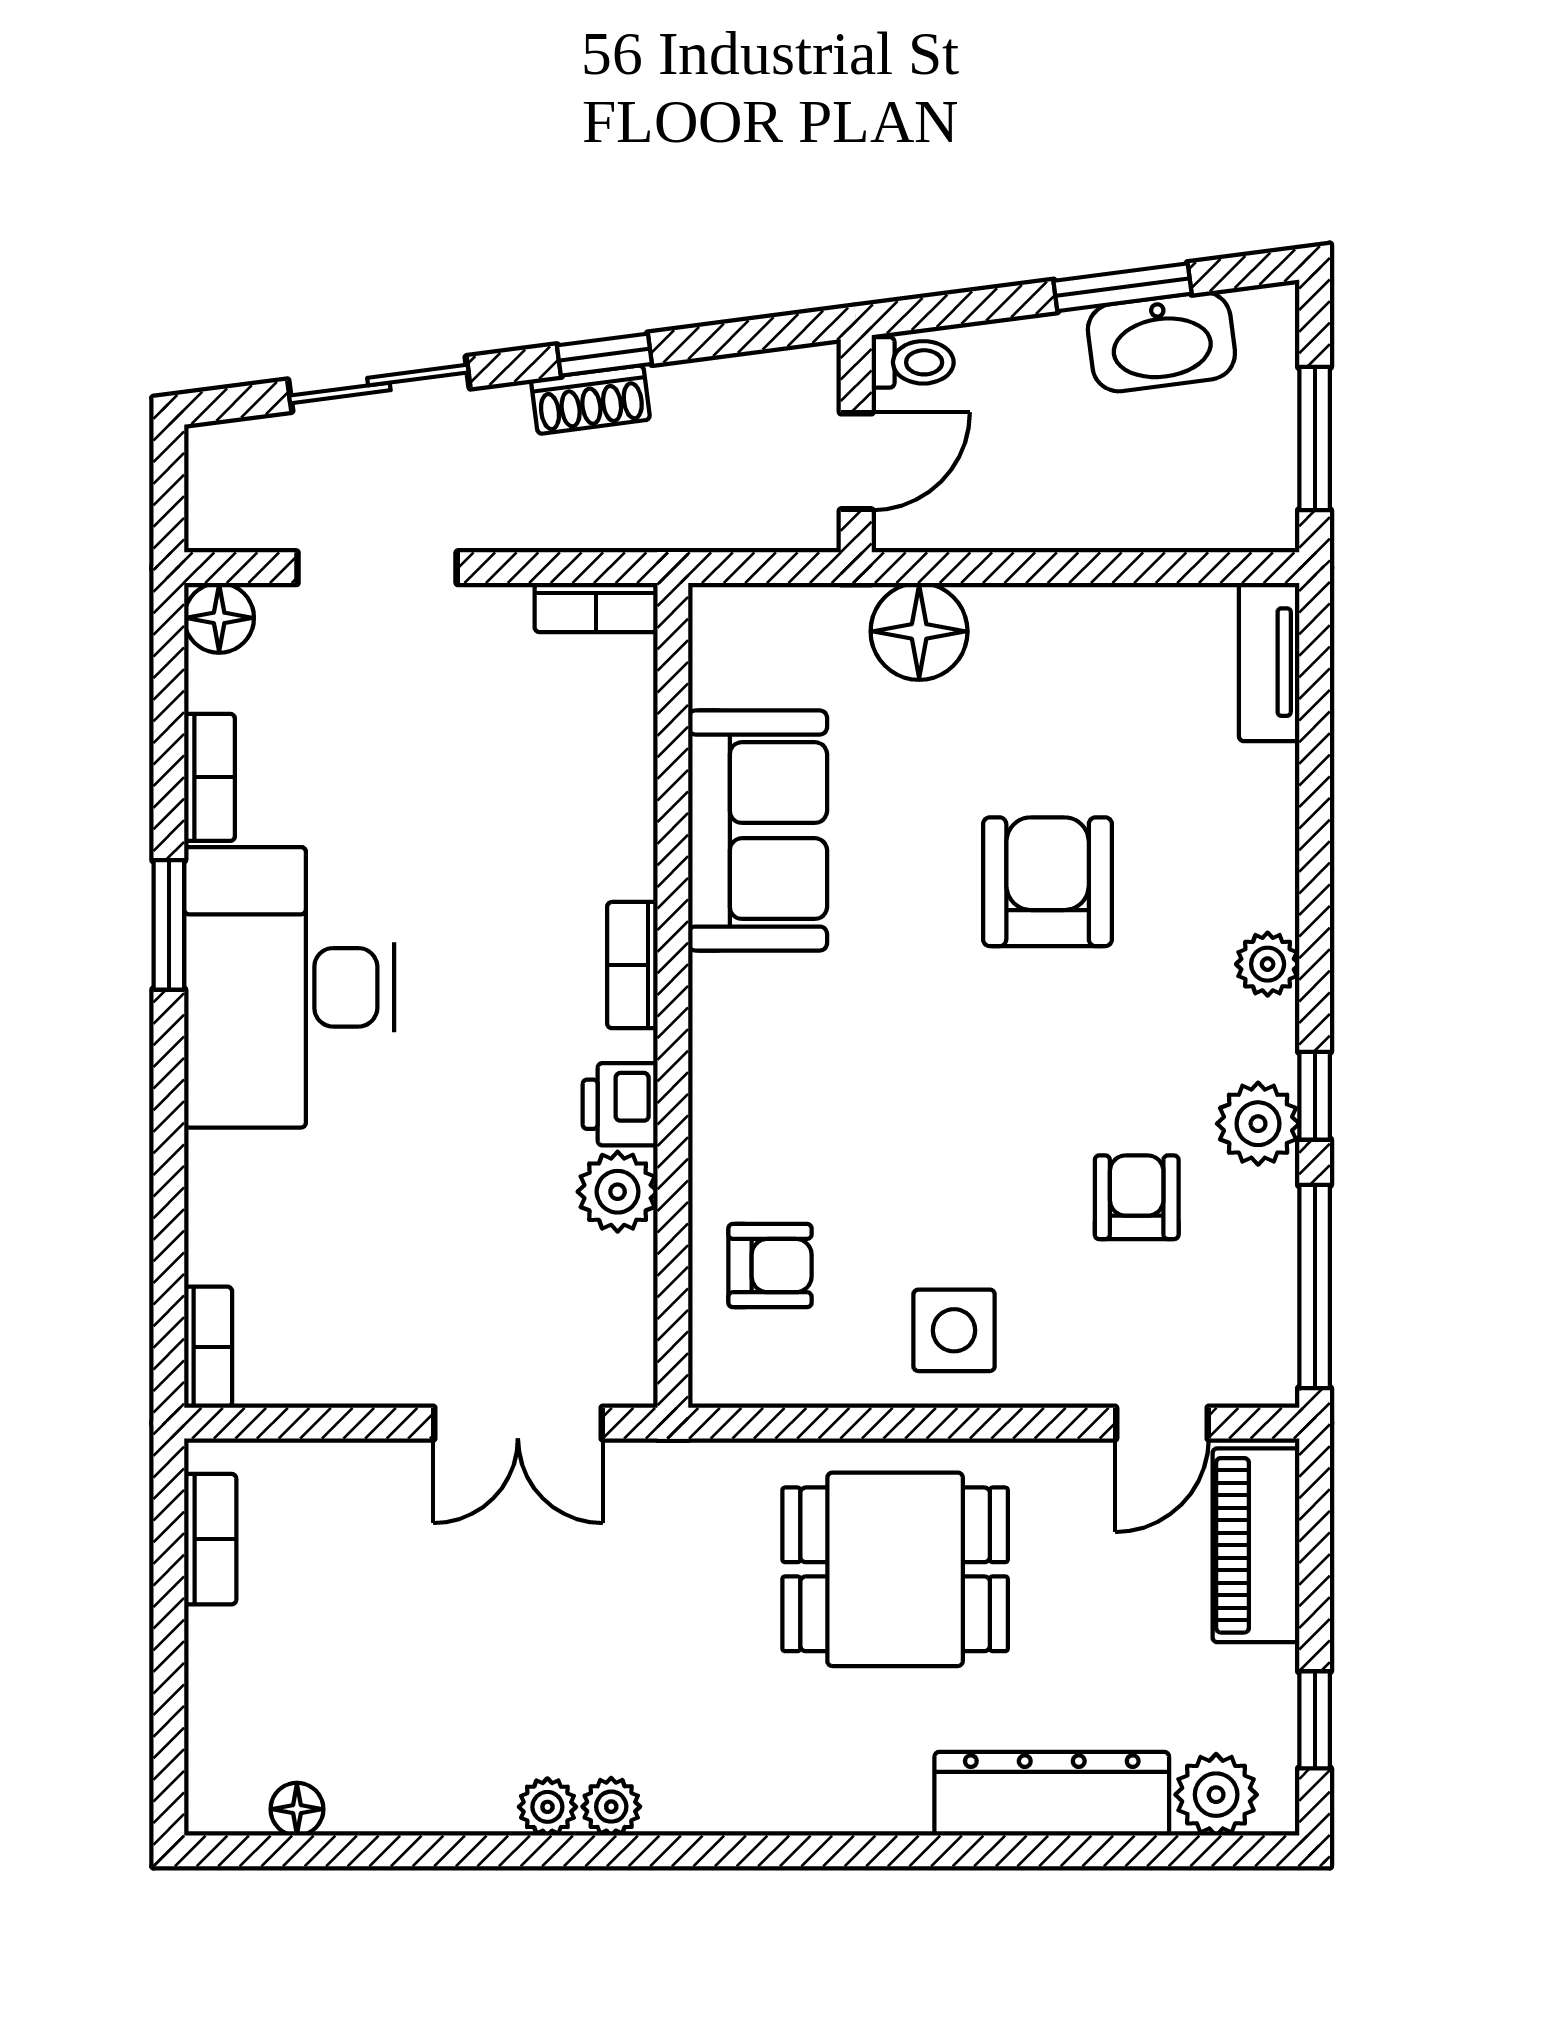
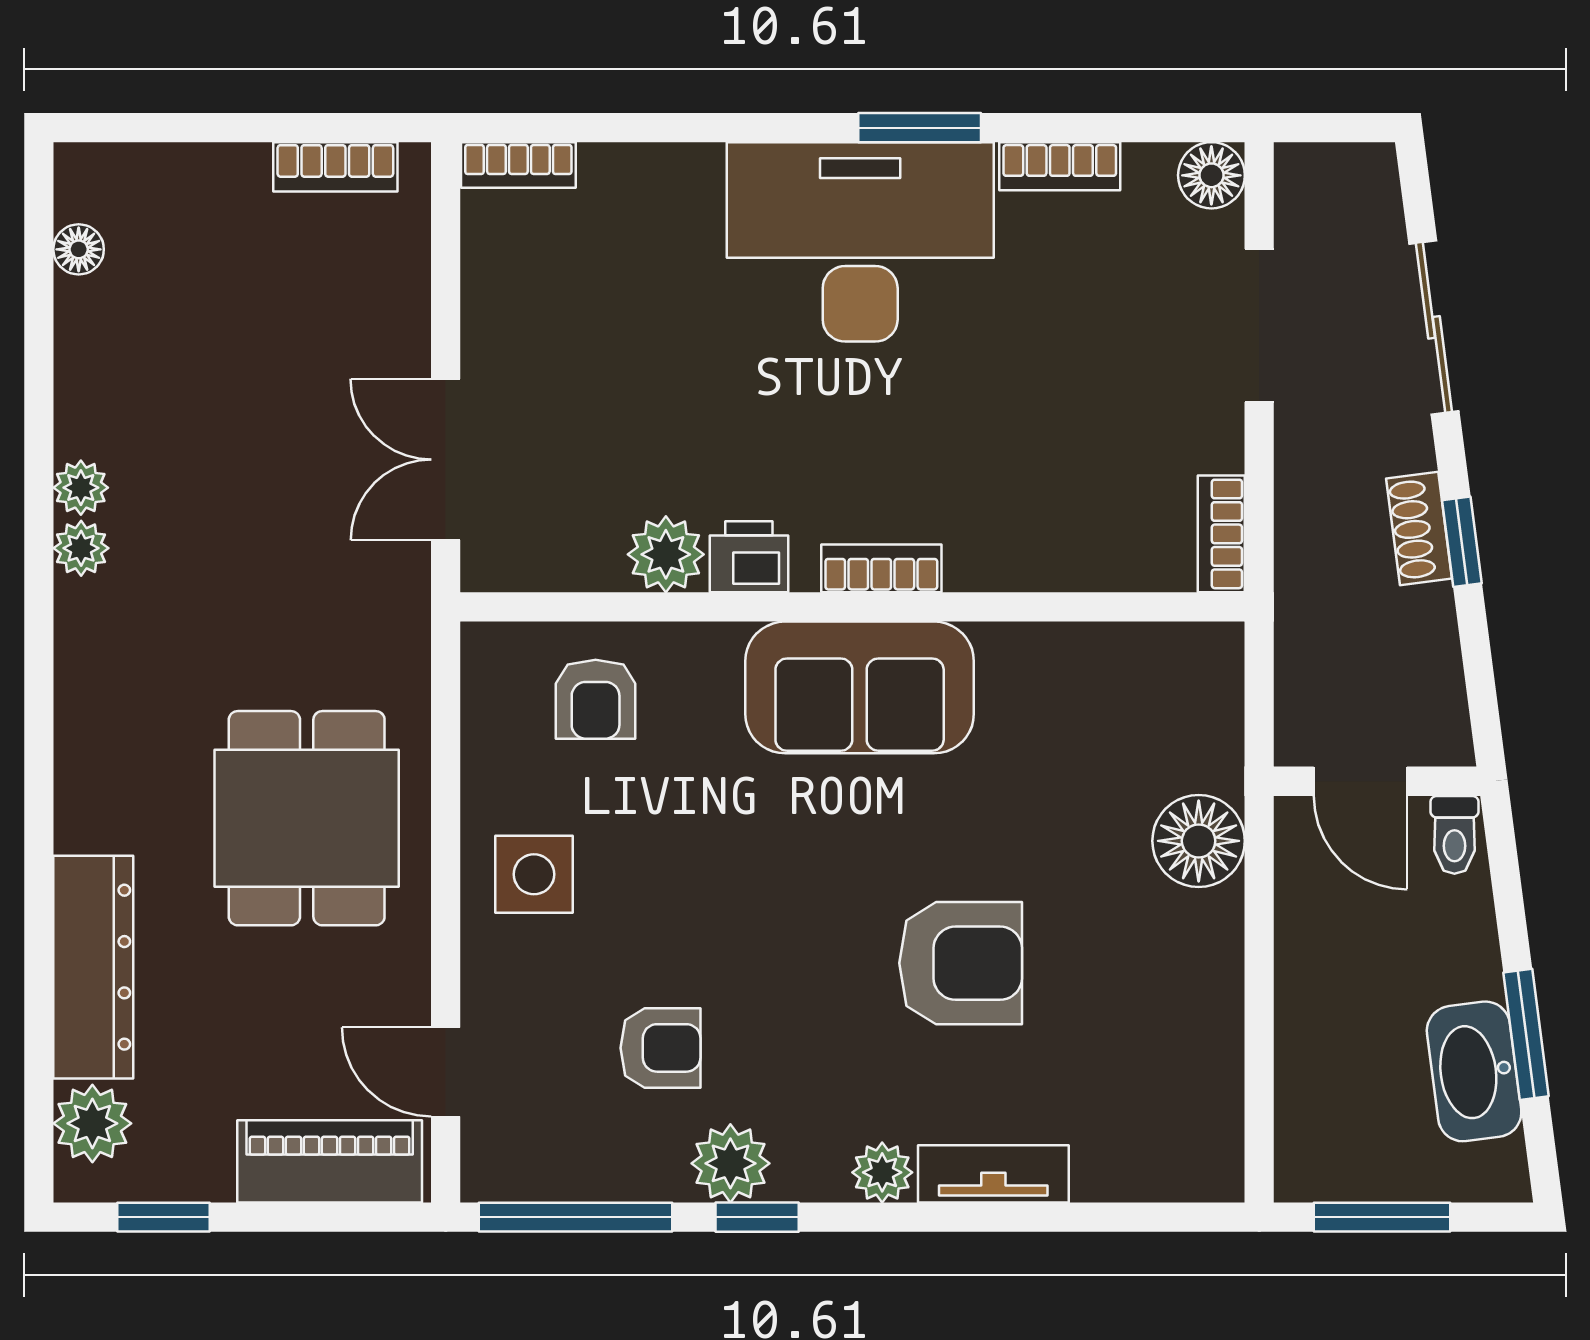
tv unit: (1269, 662) -> (993, 1174), moved
sofa: (758, 831) -> (860, 687), moved

